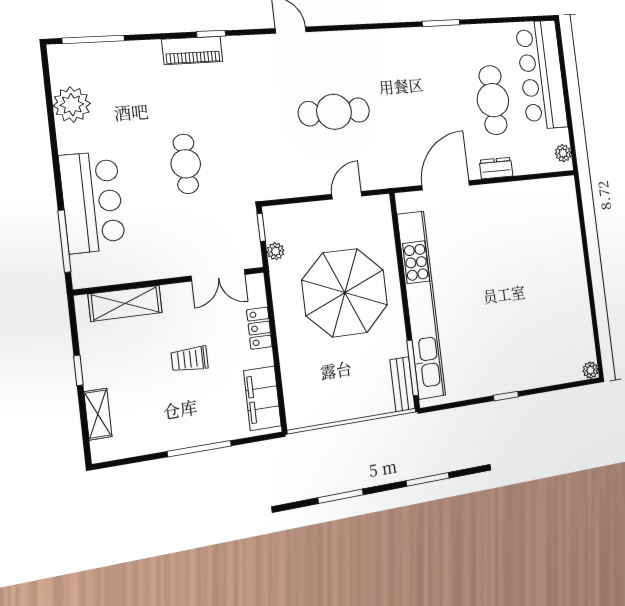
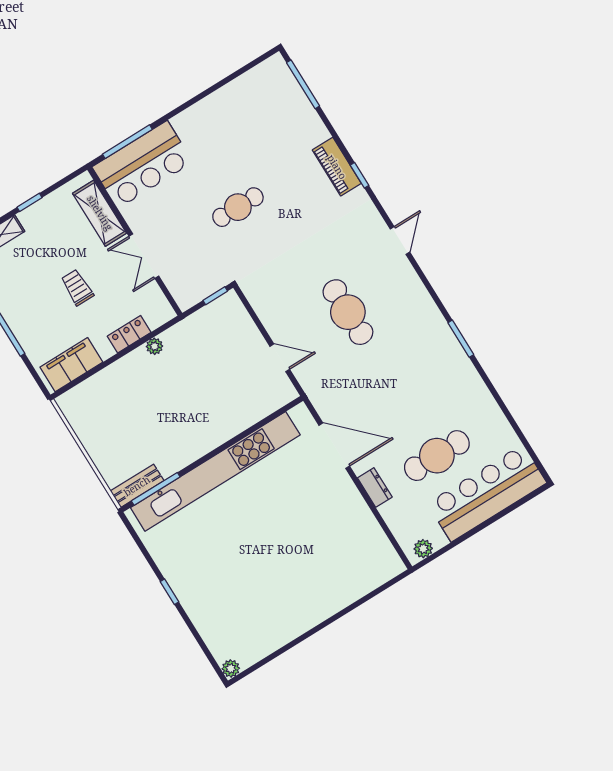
window: (441, 23) -> (461, 339), moved
plant: (72, 105) -> (241, 94), removed
bar counter: (92, 202) -> (143, 165), moved
plant: (276, 251) -> (154, 346), moved
double door: (218, 275) -> (144, 256), moved
parasol: (345, 293) -> (194, 396), removed

